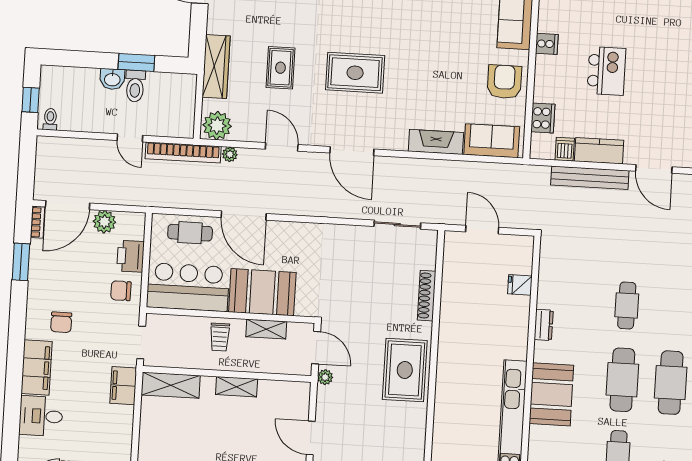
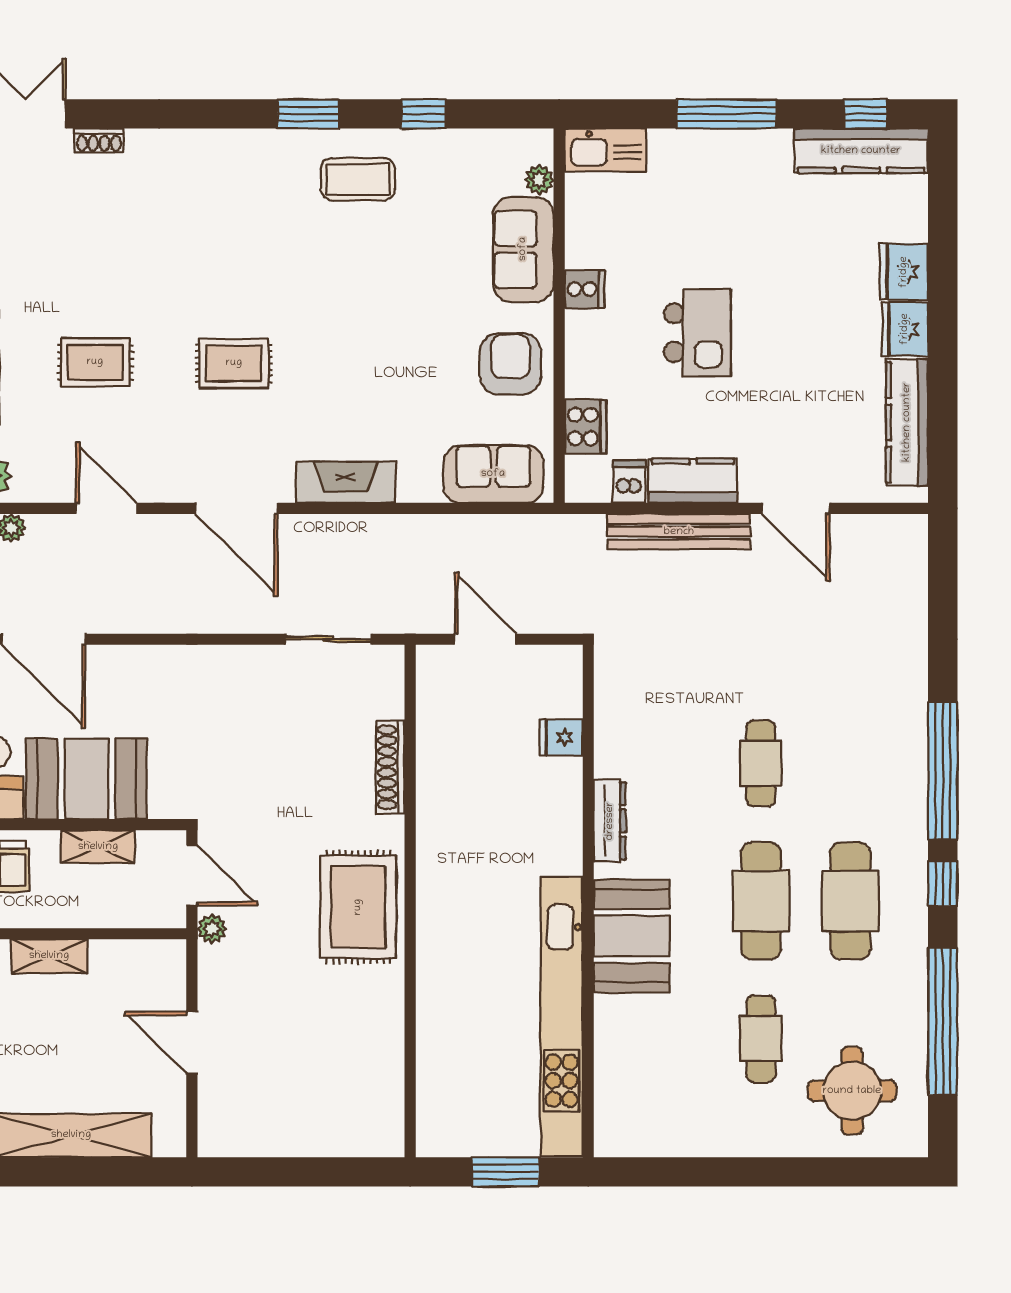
rug: (280, 68) -> (95, 362), turned 90
rug: (355, 73) -> (234, 363), width x0.73, depth x0.70
fireplace: (436, 142) -> (346, 482), moved
dresser: (544, 325) -> (610, 821), width x1.44

